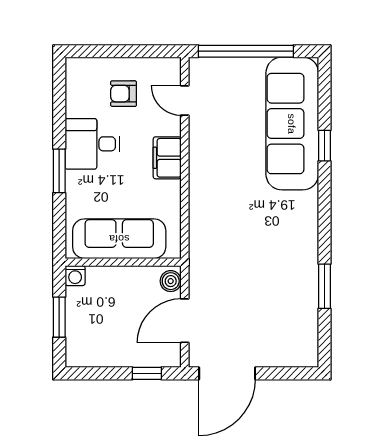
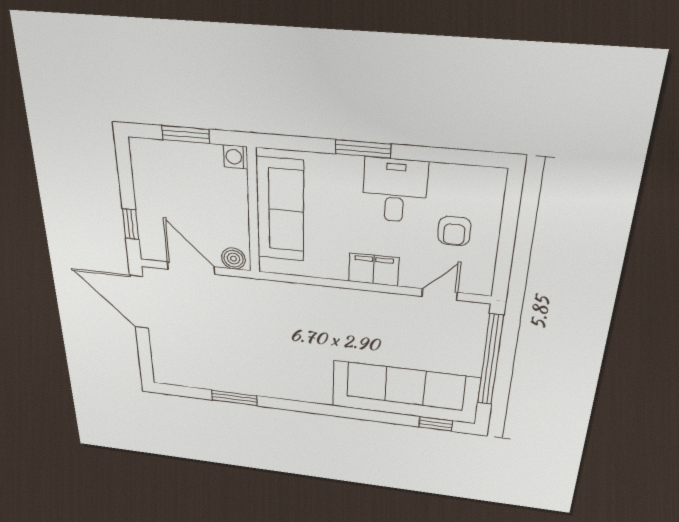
armchair: (124, 94) -> (454, 231), turned 180
window: (325, 146) -> (436, 424), moved

